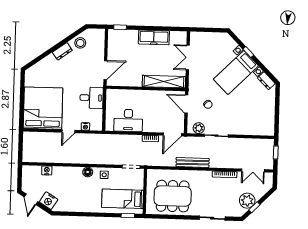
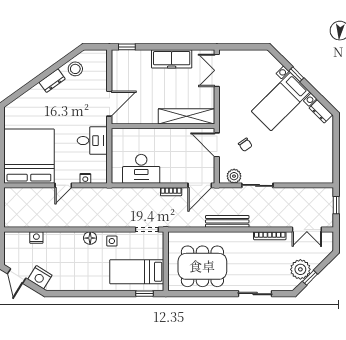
double door: (188, 58) -> (217, 70), moved

